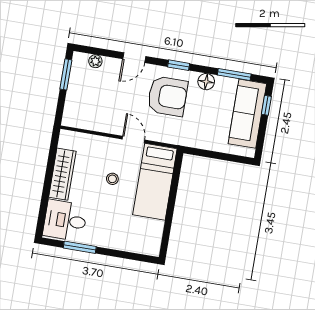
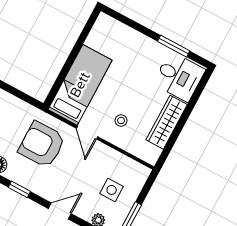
side table: (93, 94) -> (112, 190), added
armchair: (167, 96) -> (42, 144), moved
stool: (112, 179) -> (121, 121), moved

